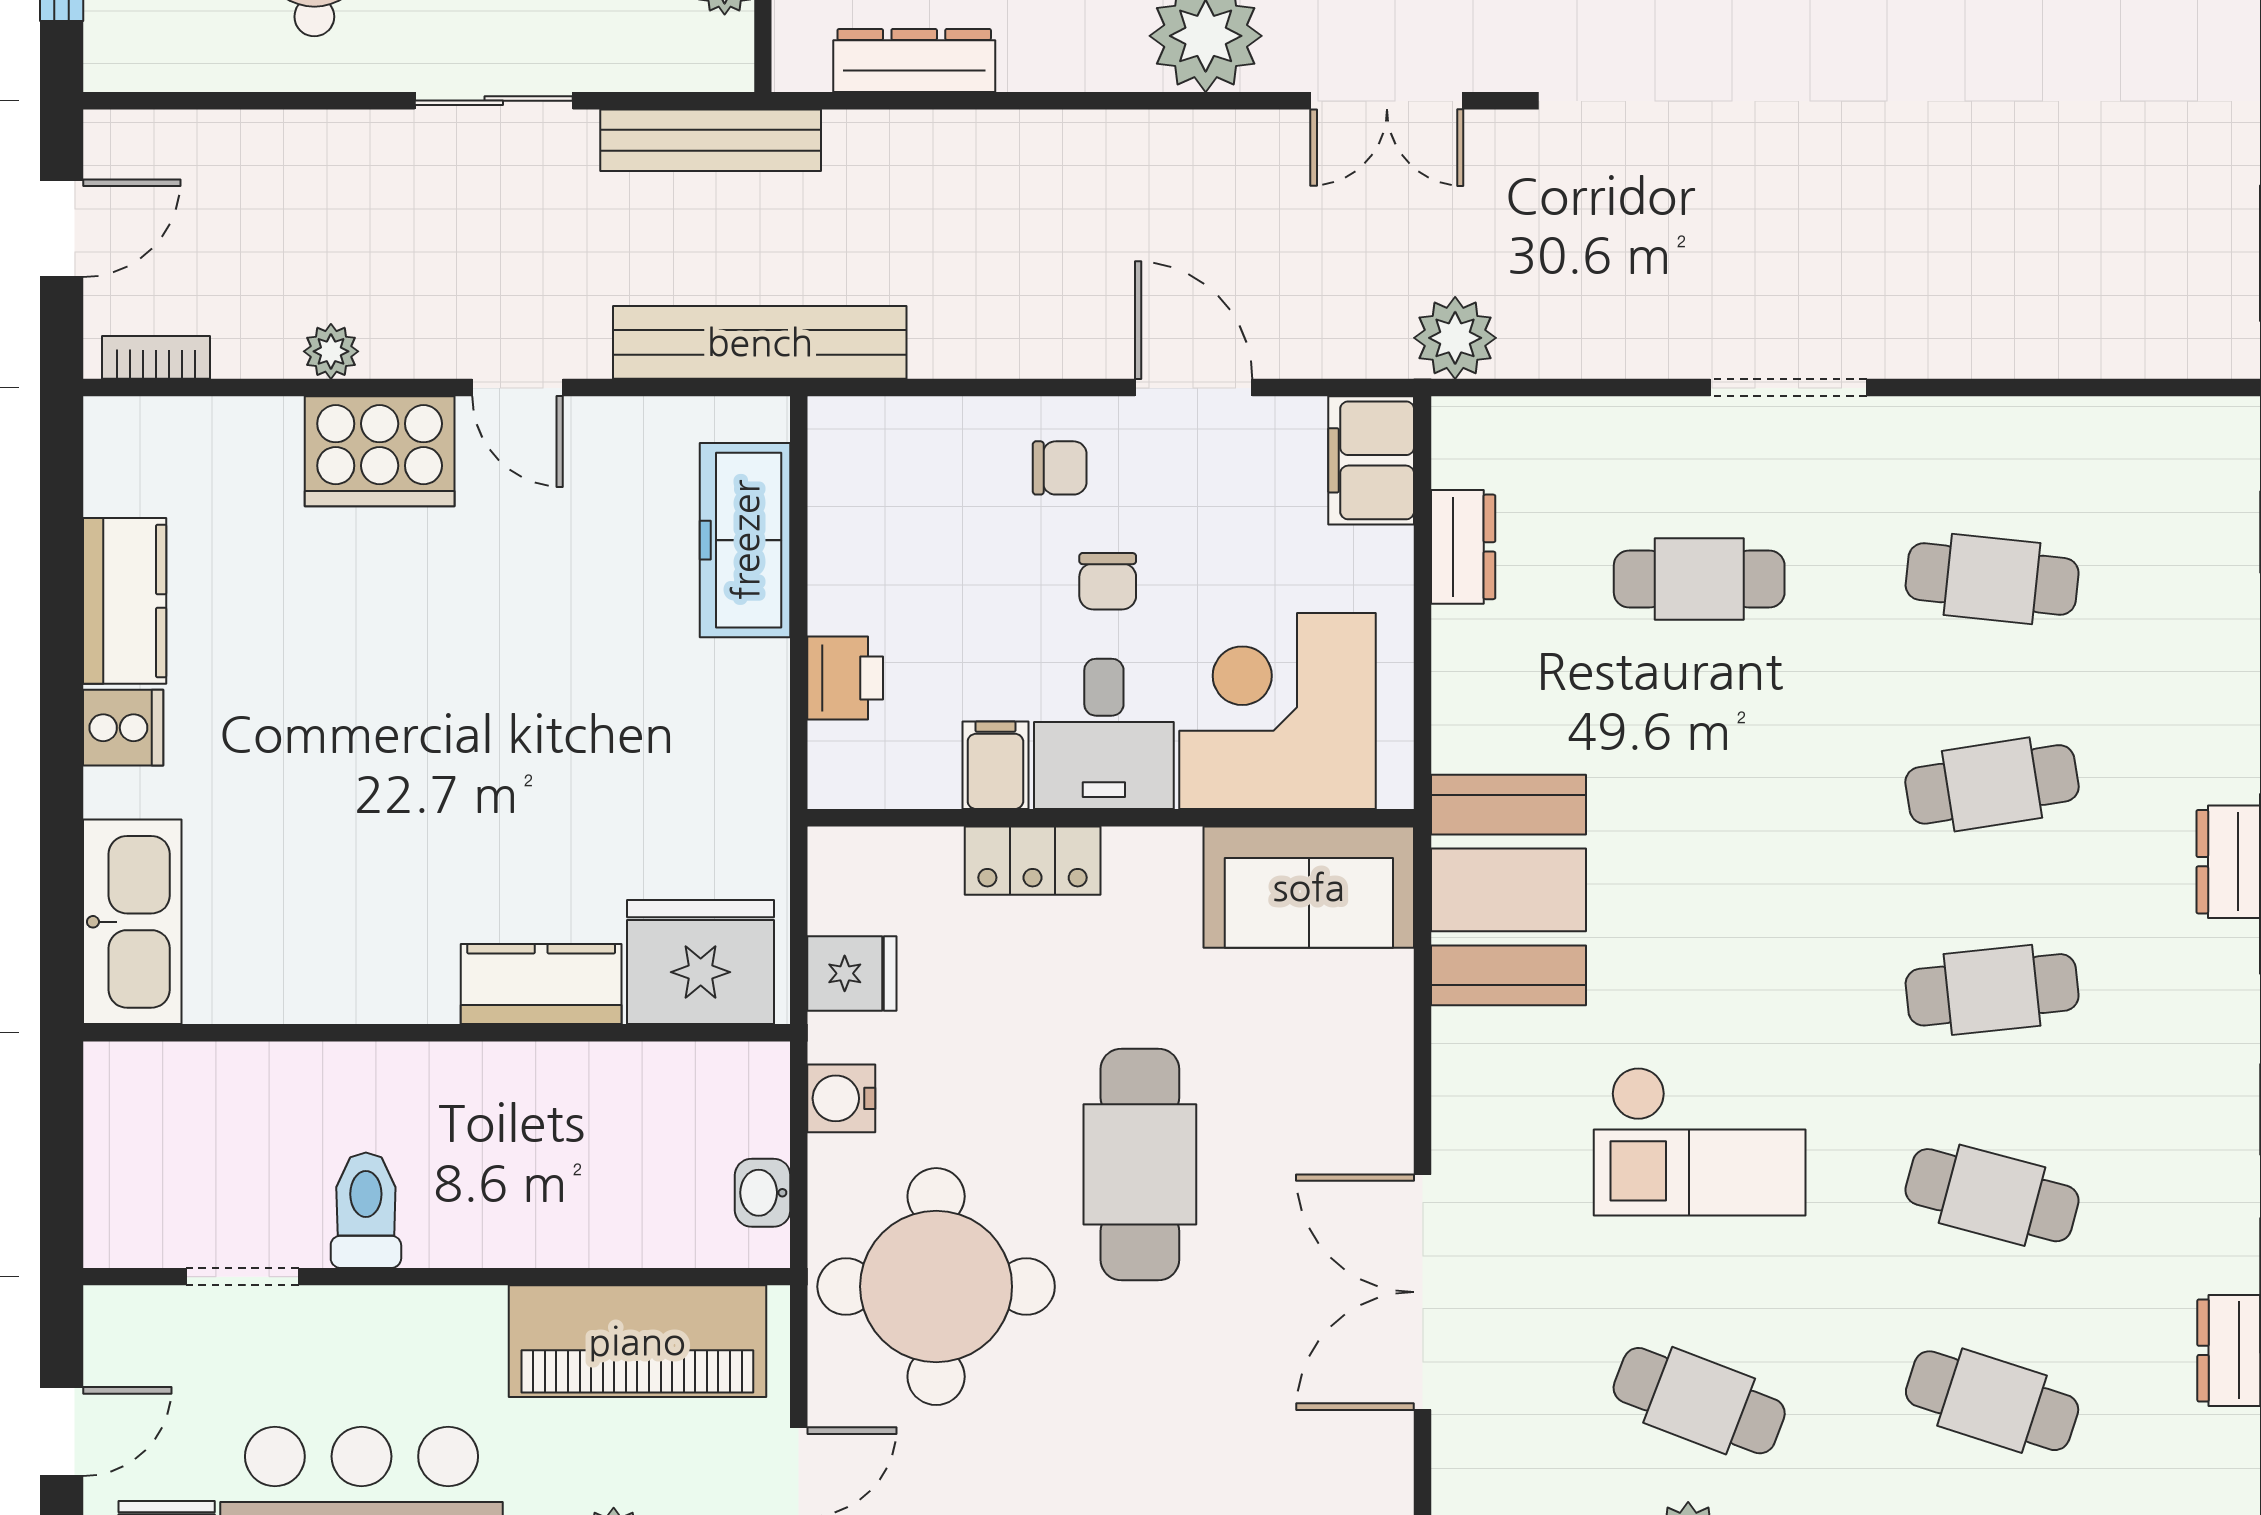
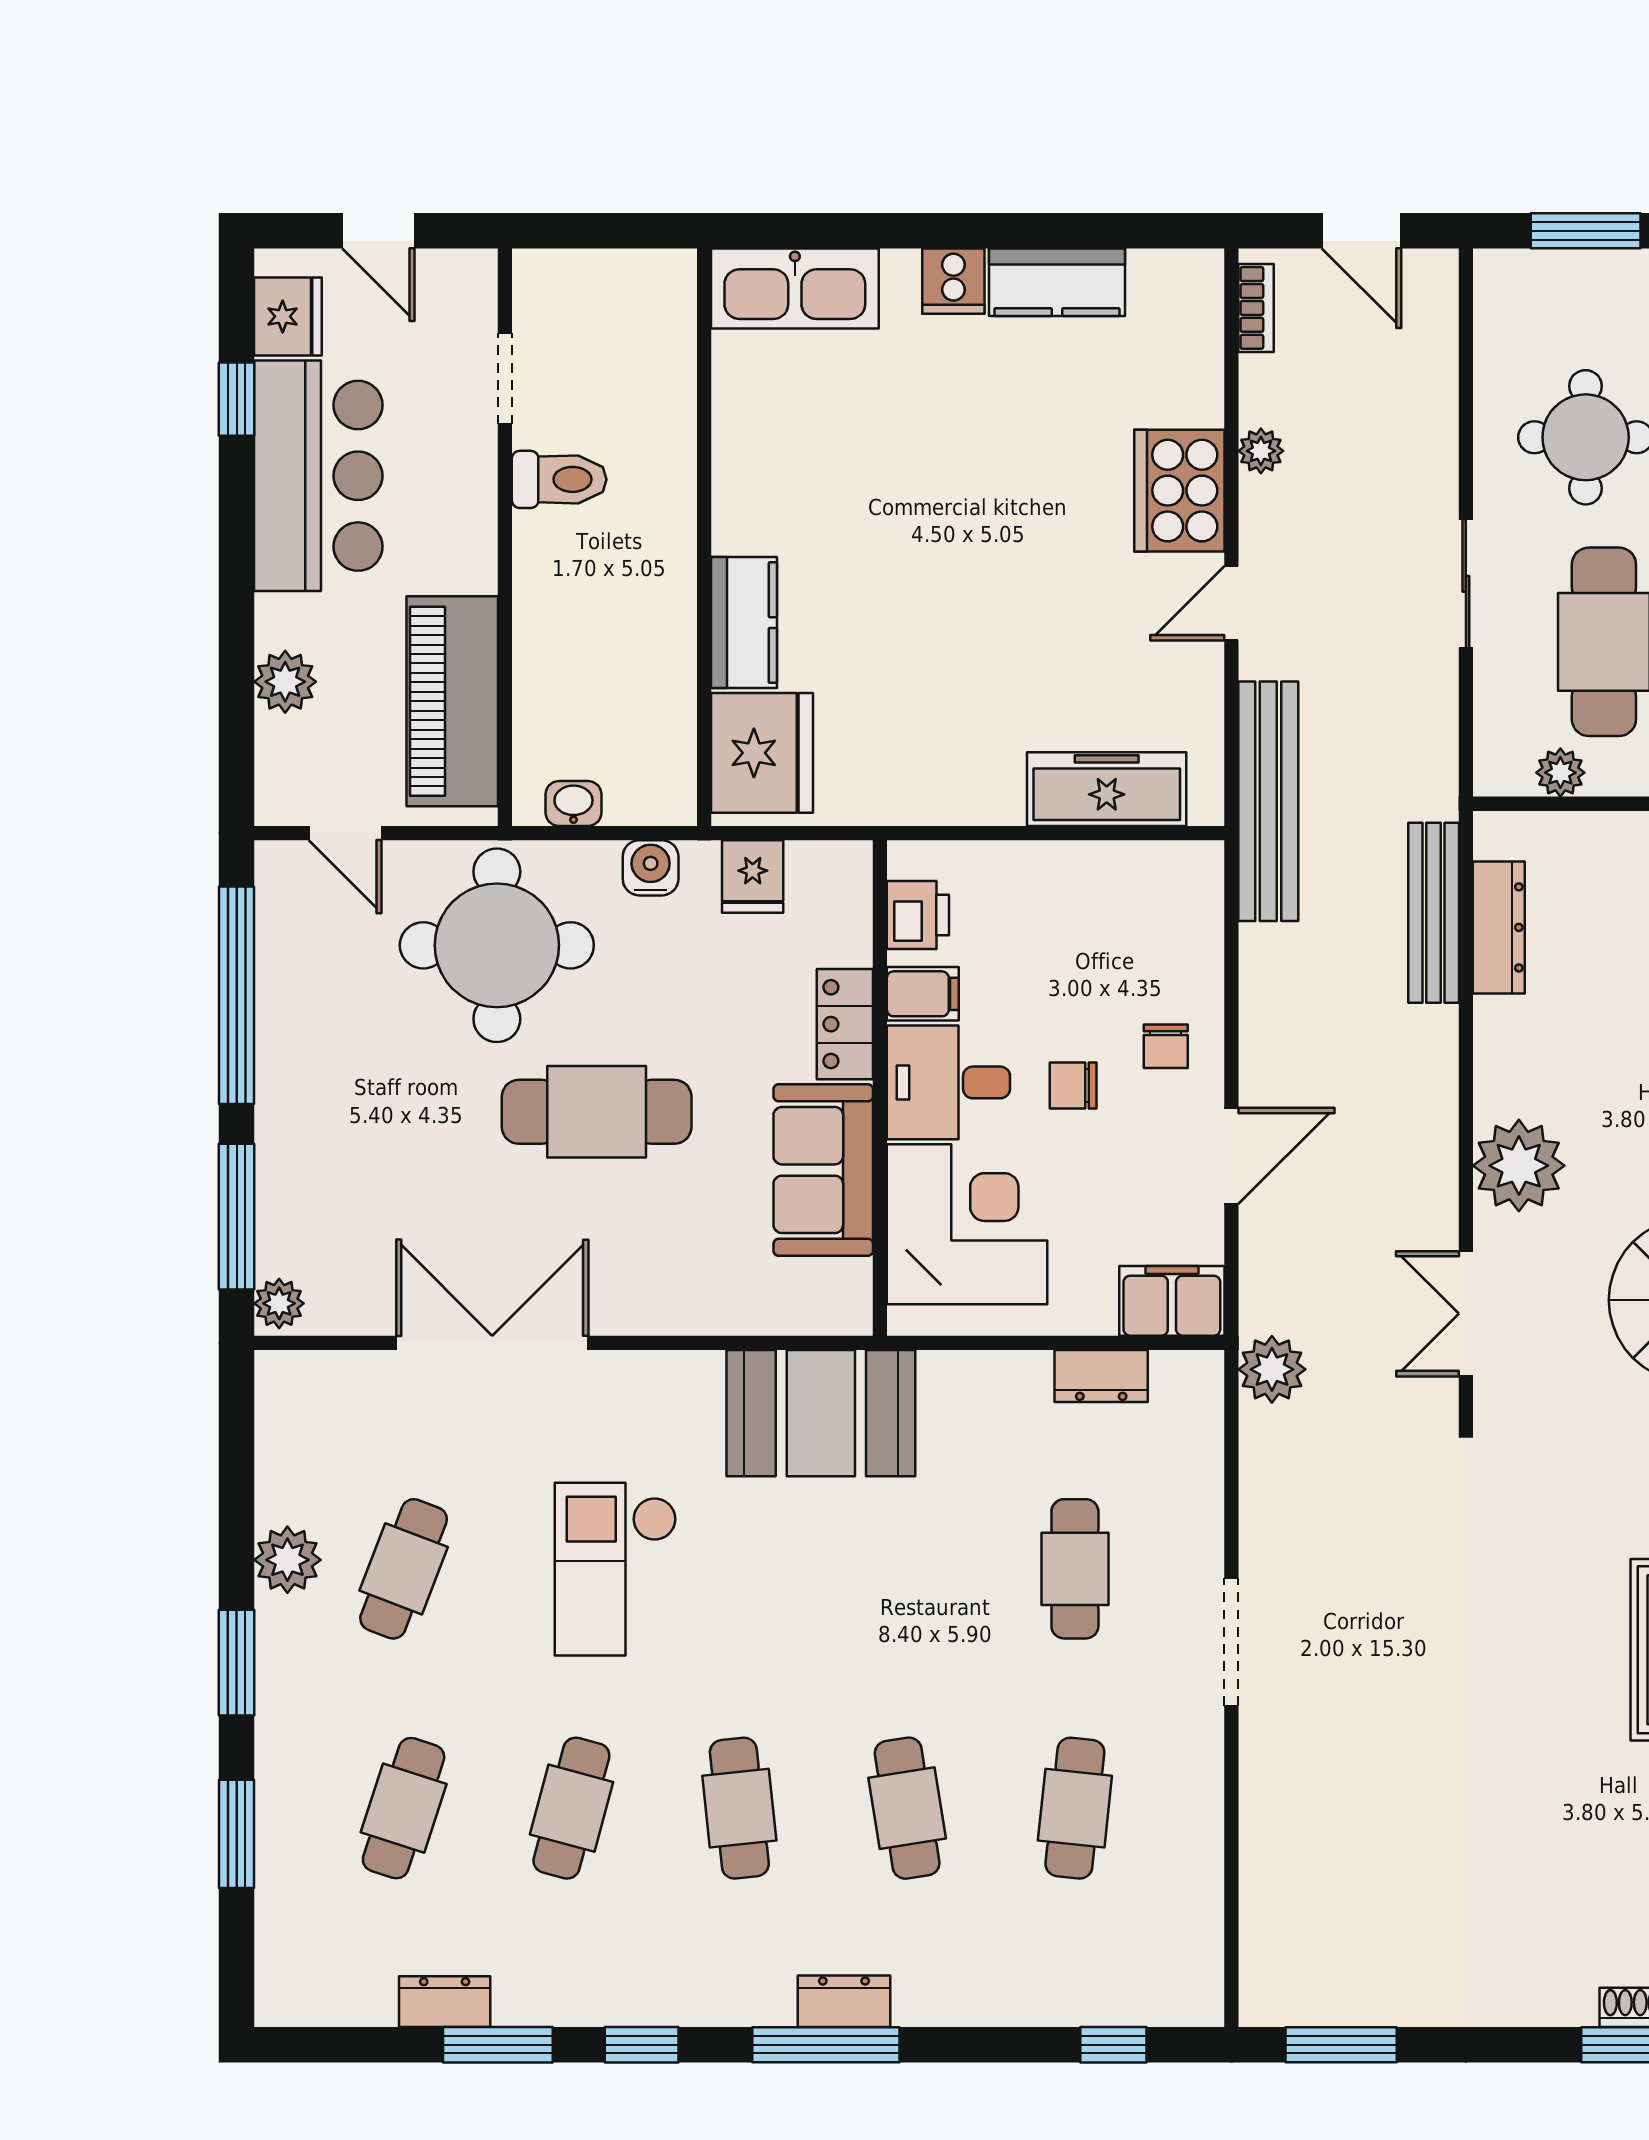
bench: (711, 140) -> (1434, 913), moved
printer: (845, 678) -> (918, 915), moved, turned -90
sofa: (1309, 887) -> (823, 1170), moved

